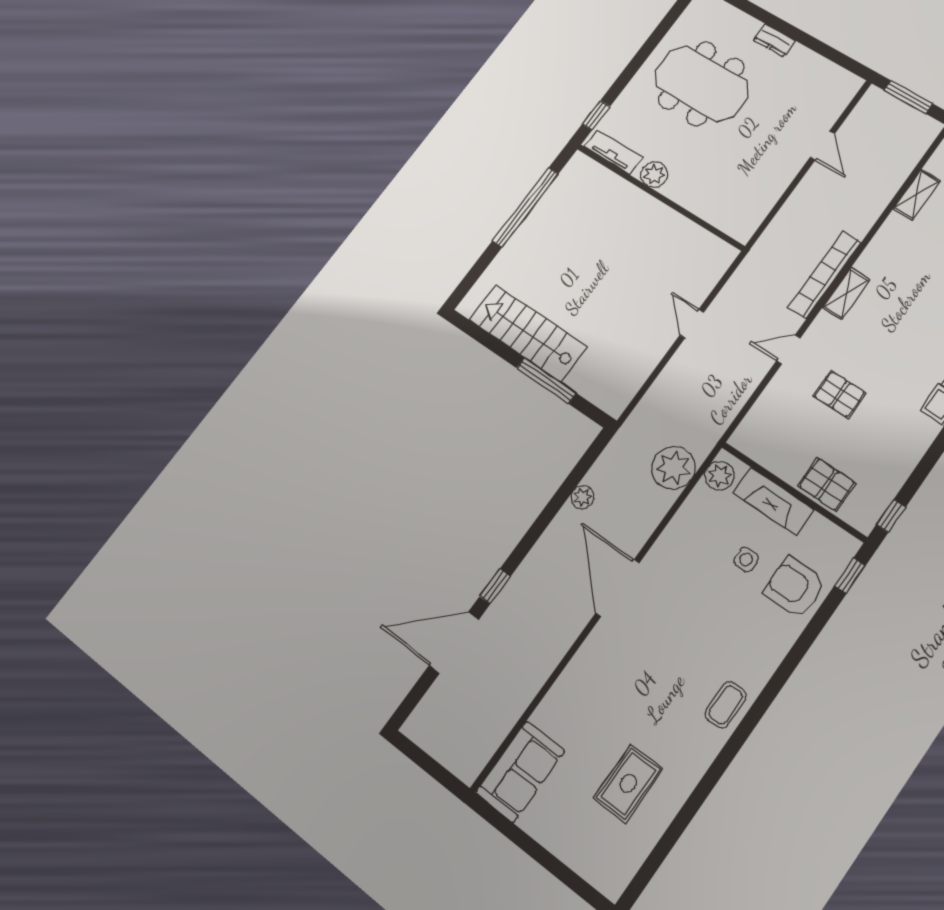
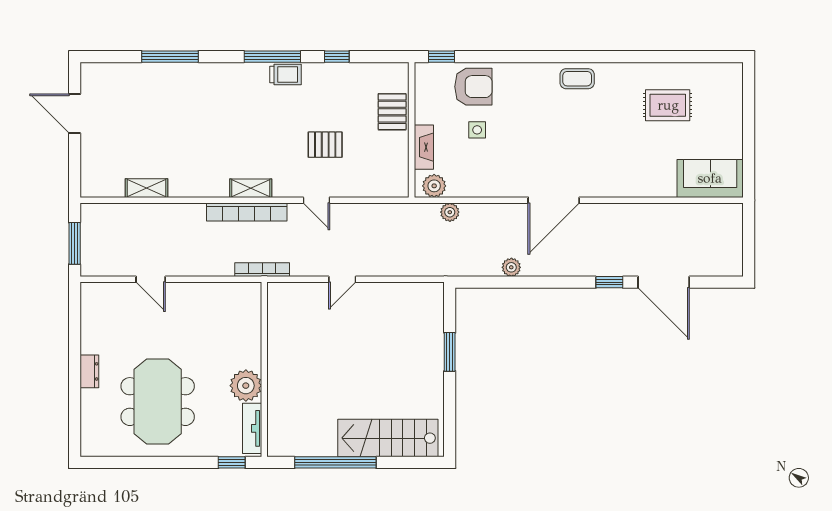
door: (822, 145) -> (151, 279), swing flipped
plant: (654, 175) -> (246, 386), width x1.36, depth x1.36
bookcase: (757, 254) -> (262, 270), added
stairs: (528, 333) -> (388, 438), moved, turned 90
window: (546, 381) -> (450, 352), width x0.69
pallet: (839, 394) -> (325, 145), turned 90
plant: (673, 468) -> (450, 212), width x0.53, depth x0.53
fireplace: (773, 501) -> (424, 147), width x0.73, depth x0.76
window: (891, 516) -> (337, 57), moved
armchair: (794, 587) -> (473, 87), turned -90

